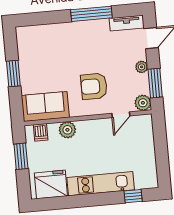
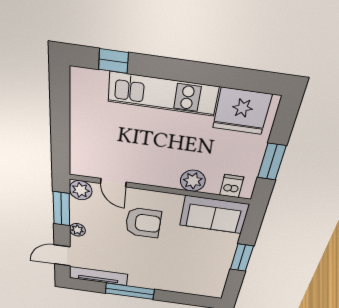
tv unit: (127, 23) -> (98, 276), width x1.41
door: (121, 115) -> (113, 183), swing flipped

